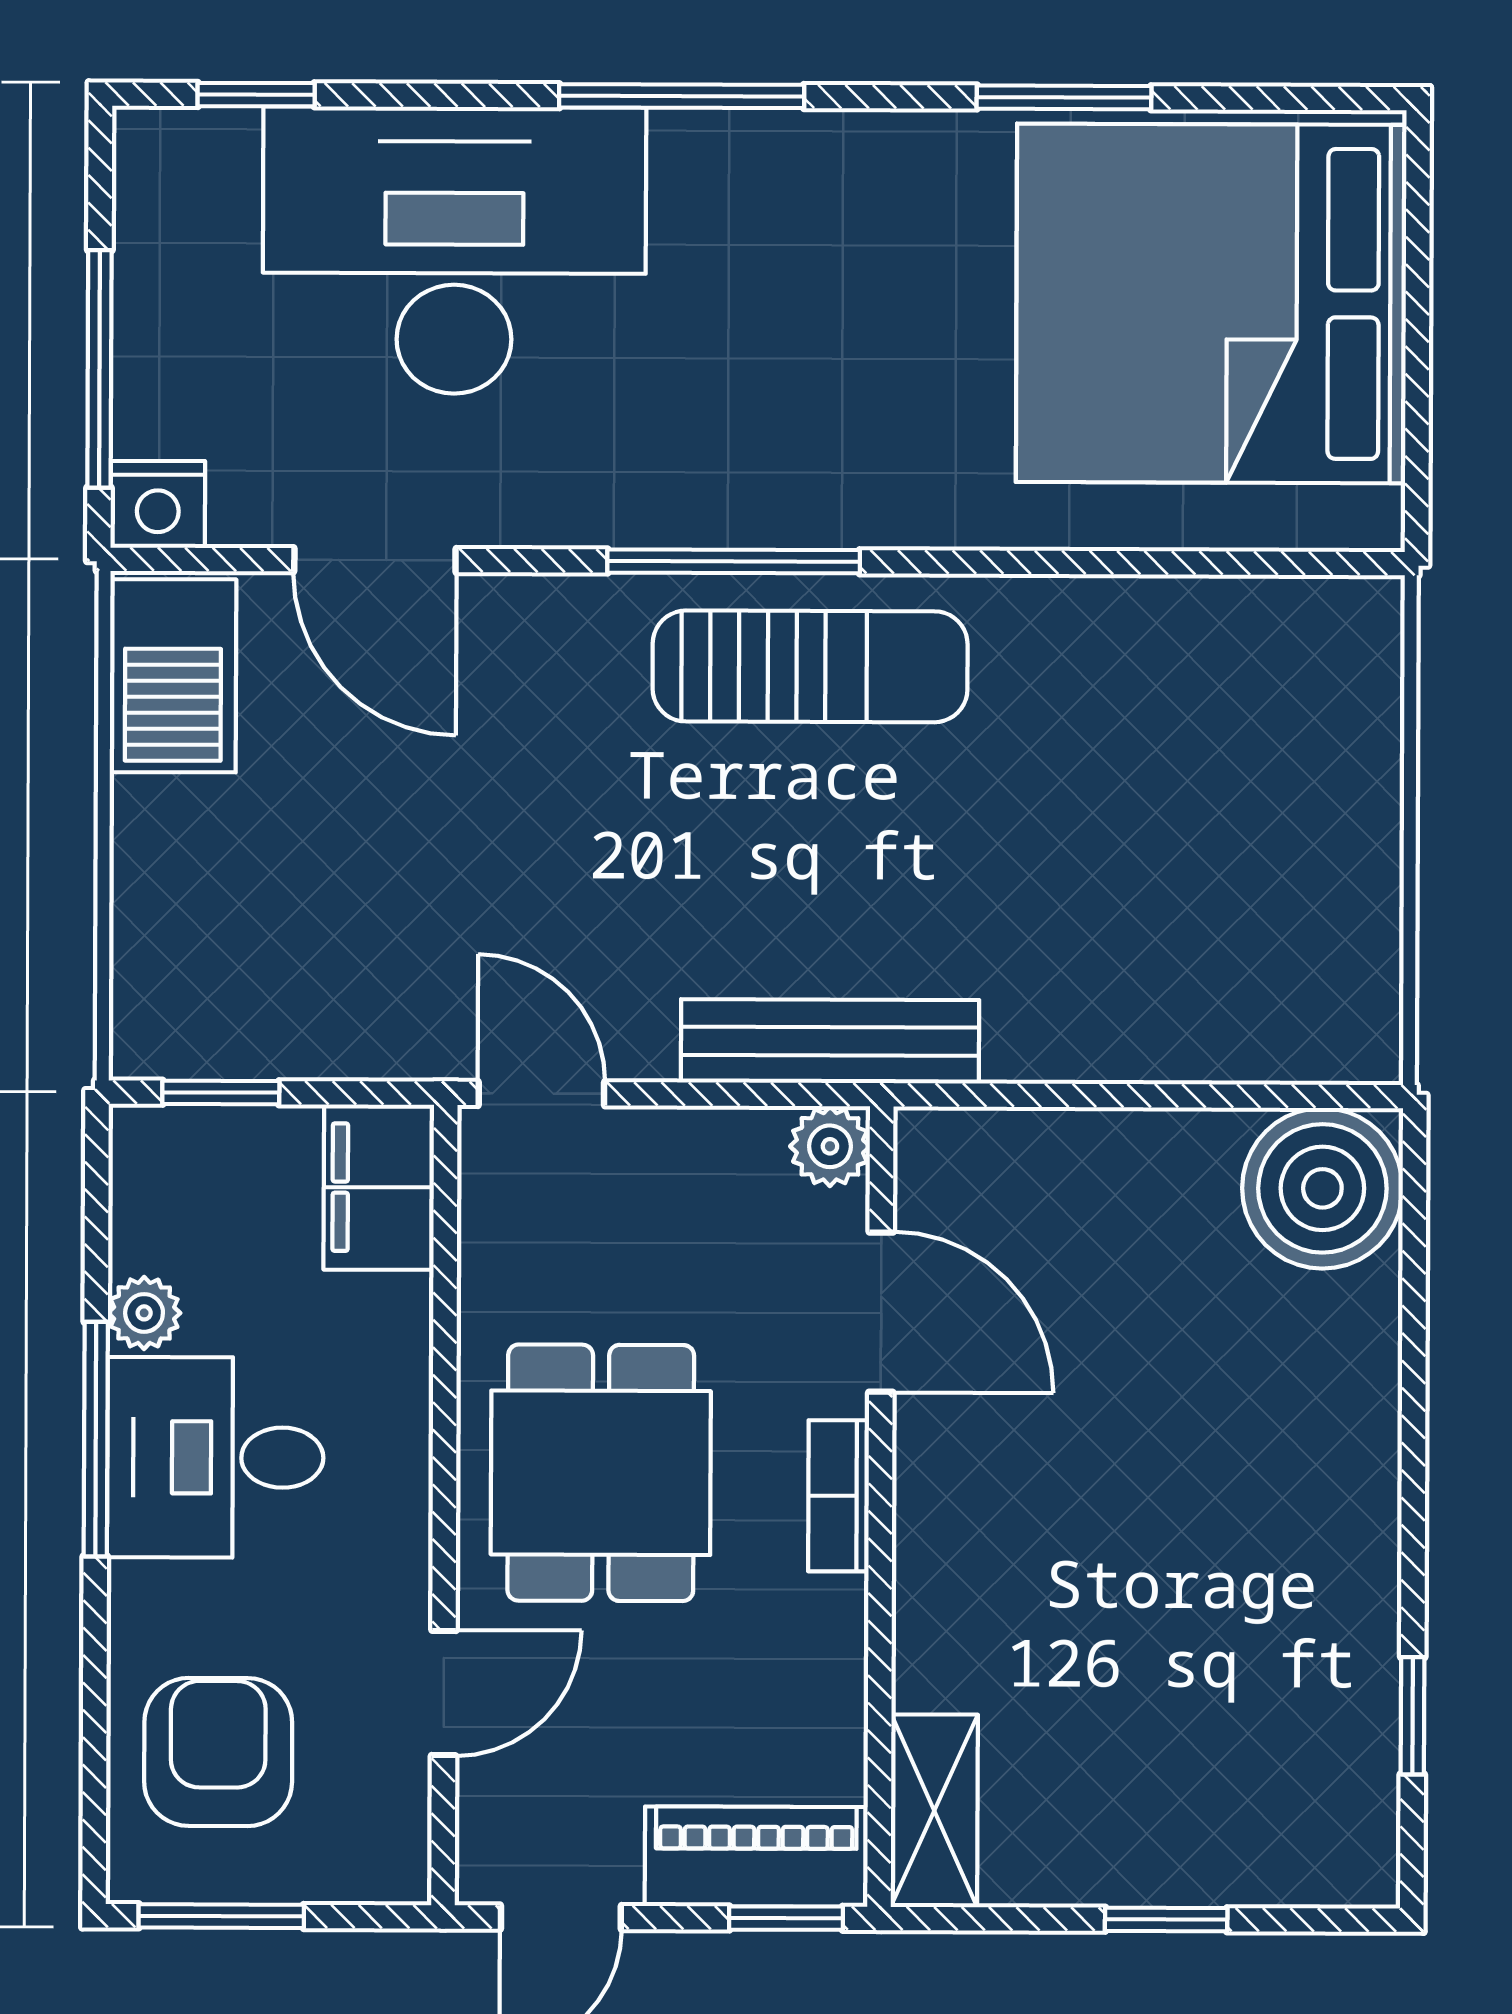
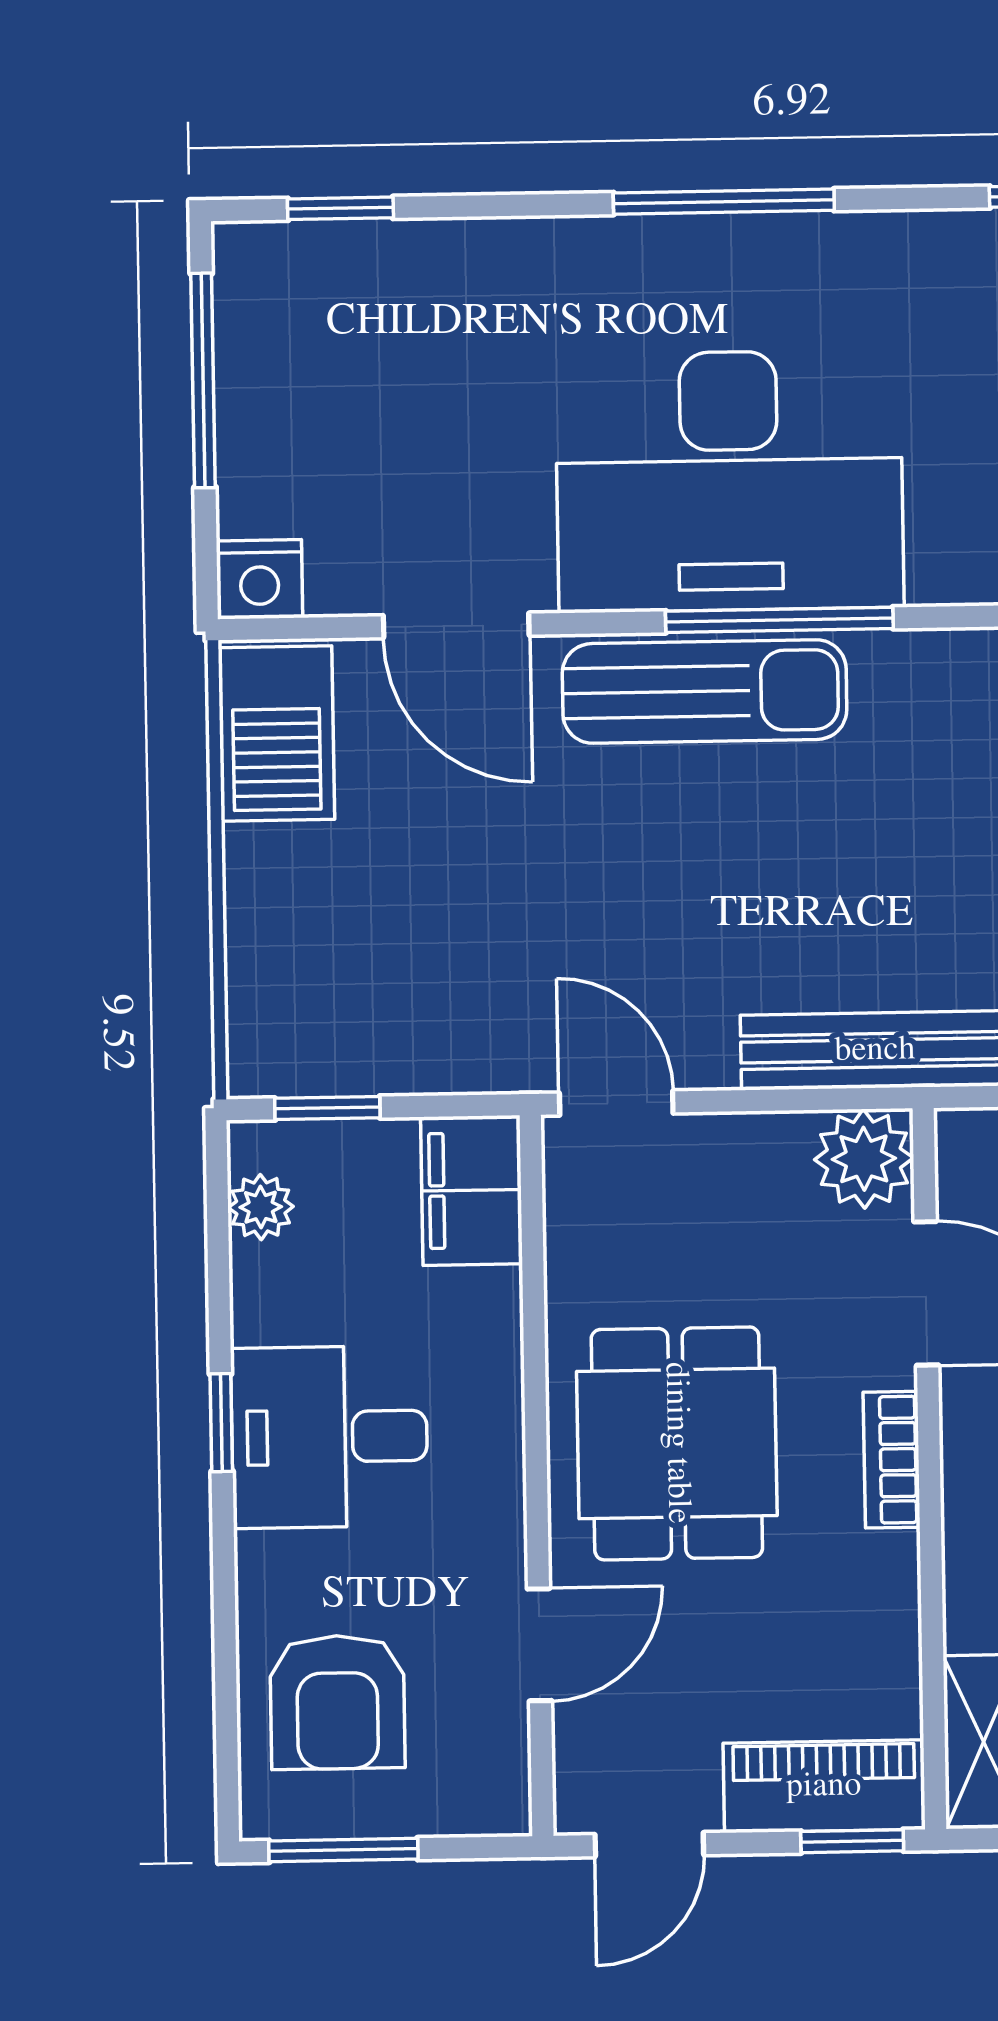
desk: (454, 250) -> (729, 481), moved, turned 180
window: (99, 369) -> (203, 380), moved
sun lounger: (810, 666) -> (705, 692), moved
plant: (830, 1146) -> (864, 1159), width x1.38, depth x1.38
plant: (144, 1313) -> (261, 1207), moved
window: (96, 1439) -> (221, 1423), width x0.46
armchair: (218, 1752) -> (337, 1702), turned 180

